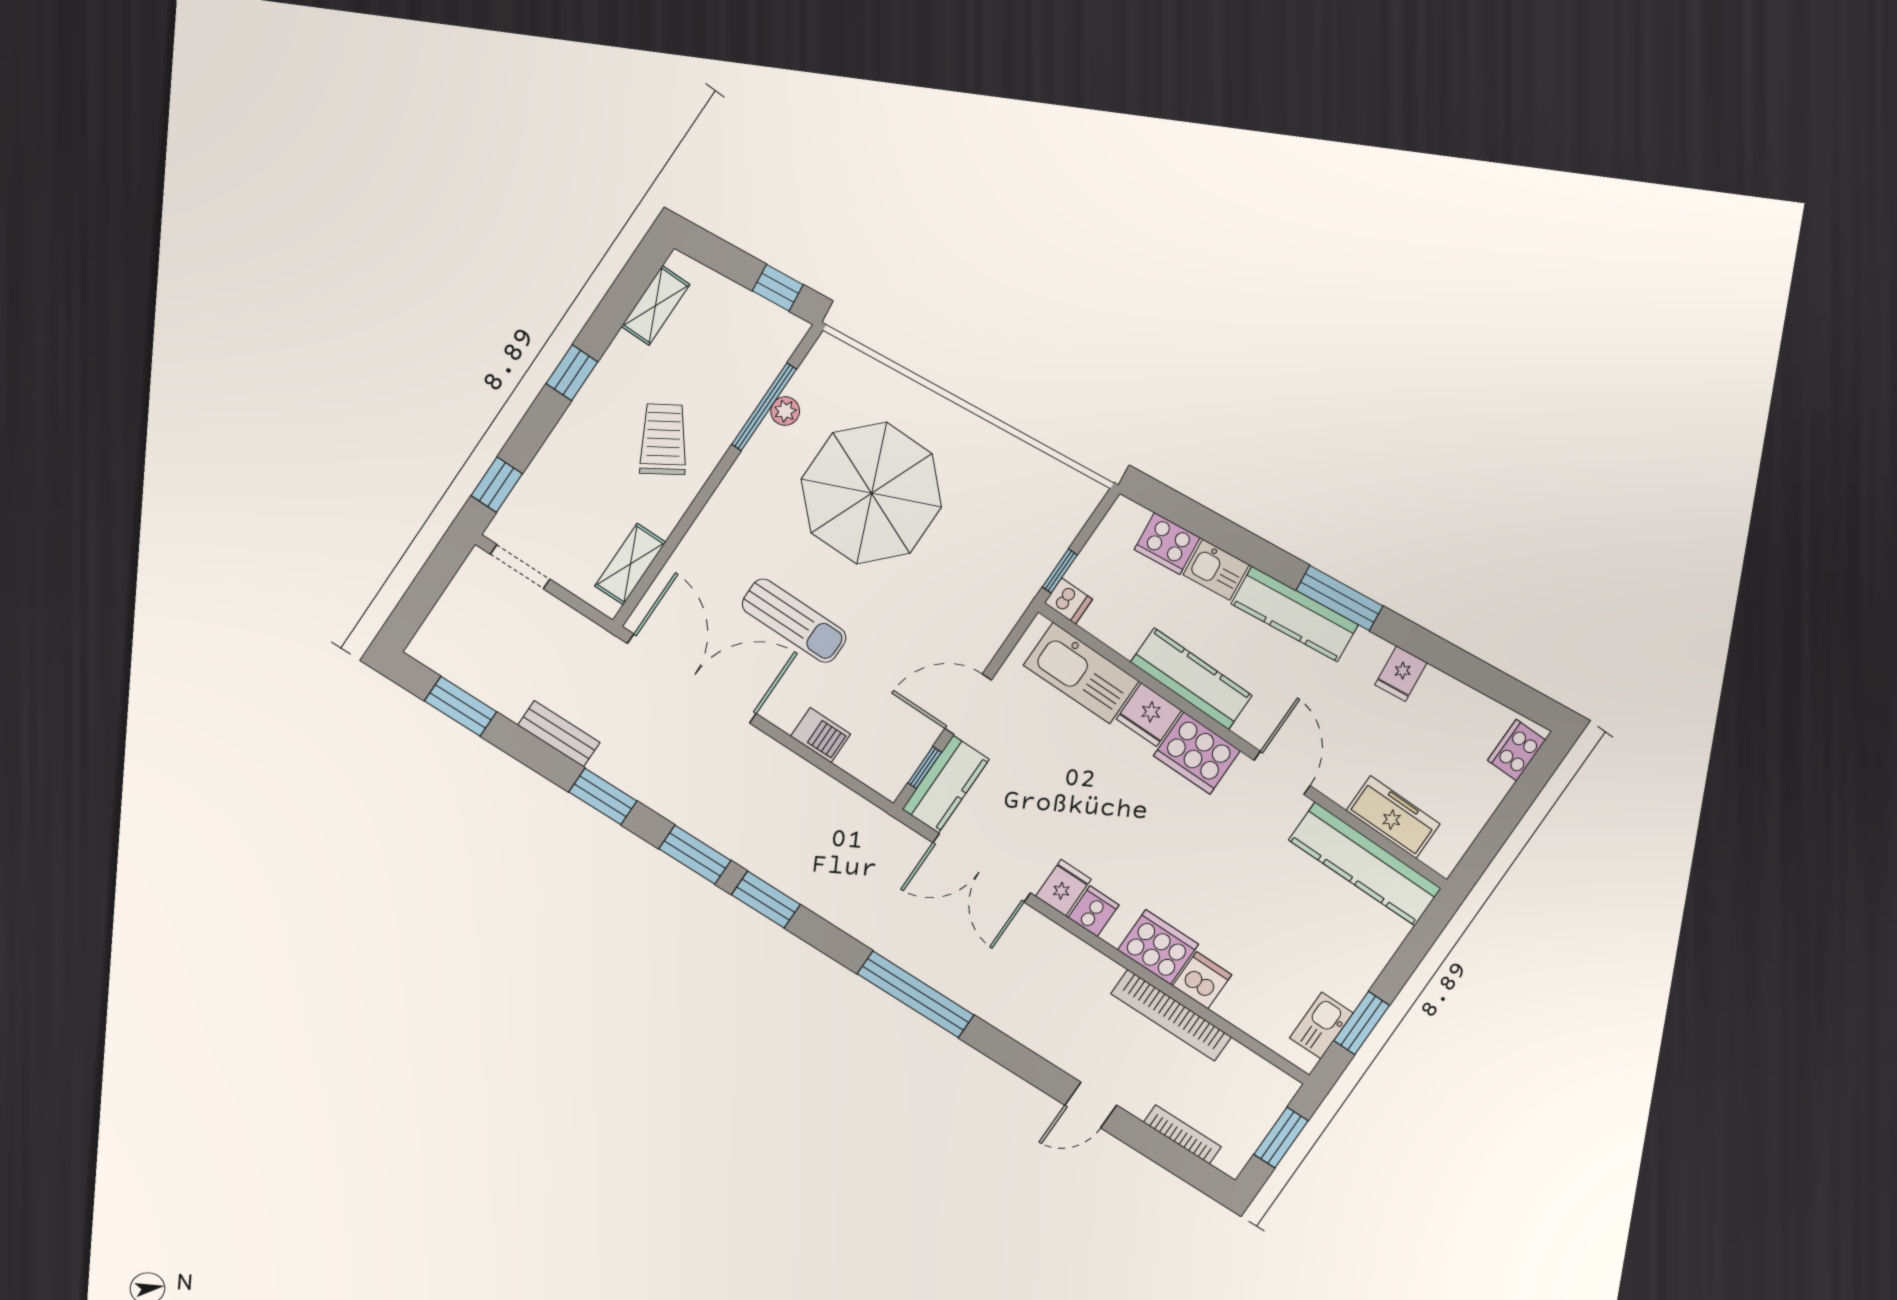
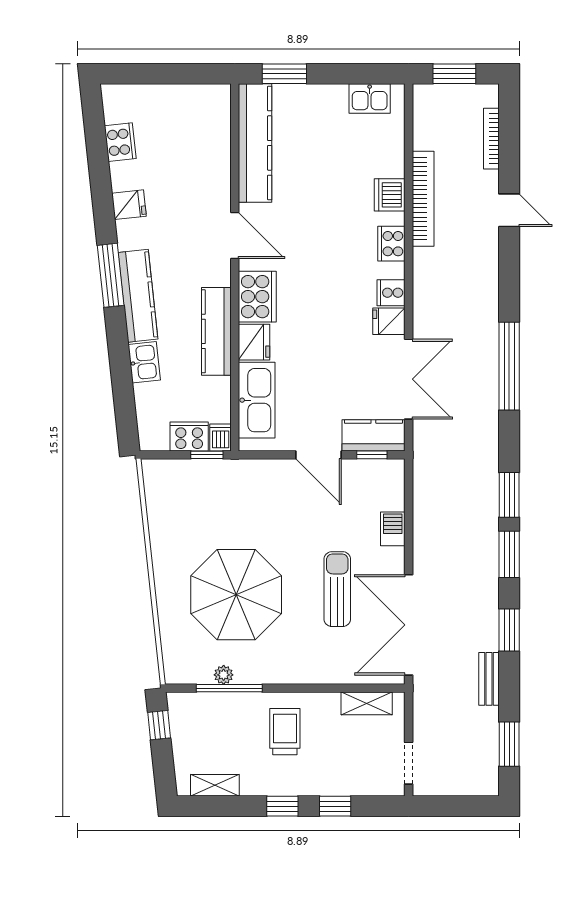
trolley: (663, 439) -> (285, 732), turned 122
window: (497, 485) -> (335, 806), moved
cooker: (1167, 544) -> (189, 436), moved, turned -84
cooker: (1516, 750) -> (120, 142), moved, turned -96
door: (1282, 773) -> (235, 235), swing flipped
freezer: (1393, 817) -> (216, 146), removed
cooker: (1158, 947) -> (391, 244), width x0.73, depth x0.76
window: (1362, 1023) -> (284, 74), moved

